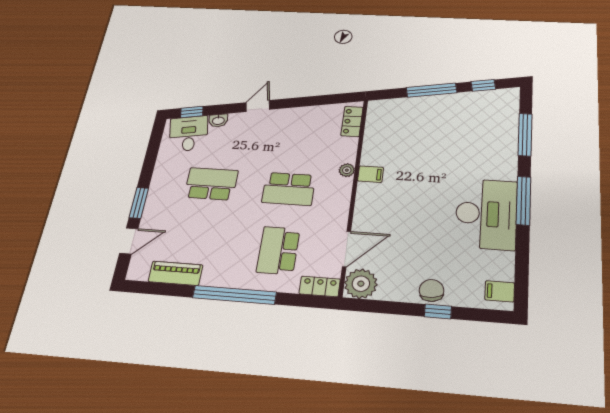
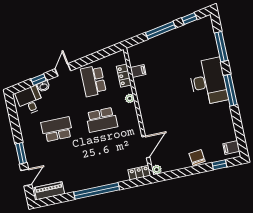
window: (192, 112) -> (39, 80), moved
locker: (352, 121) -> (124, 76), moved
filing cabinet: (371, 174) -> (138, 71), moved
desk: (486, 214) -> (208, 82), moved
school desk: (278, 250) -> (93, 81), moved
piano: (175, 273) -> (49, 191), moved
plant: (361, 284) -> (157, 170), width x0.53, depth x0.53
window: (438, 311) -> (219, 165), moved

